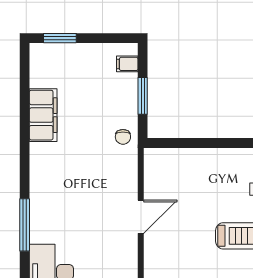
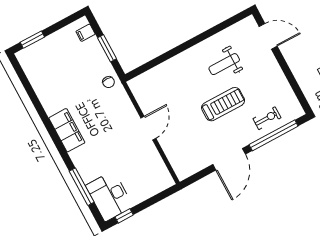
filing cabinet: (43, 115) -> (67, 130), moved
window: (25, 225) -> (82, 187), moved

